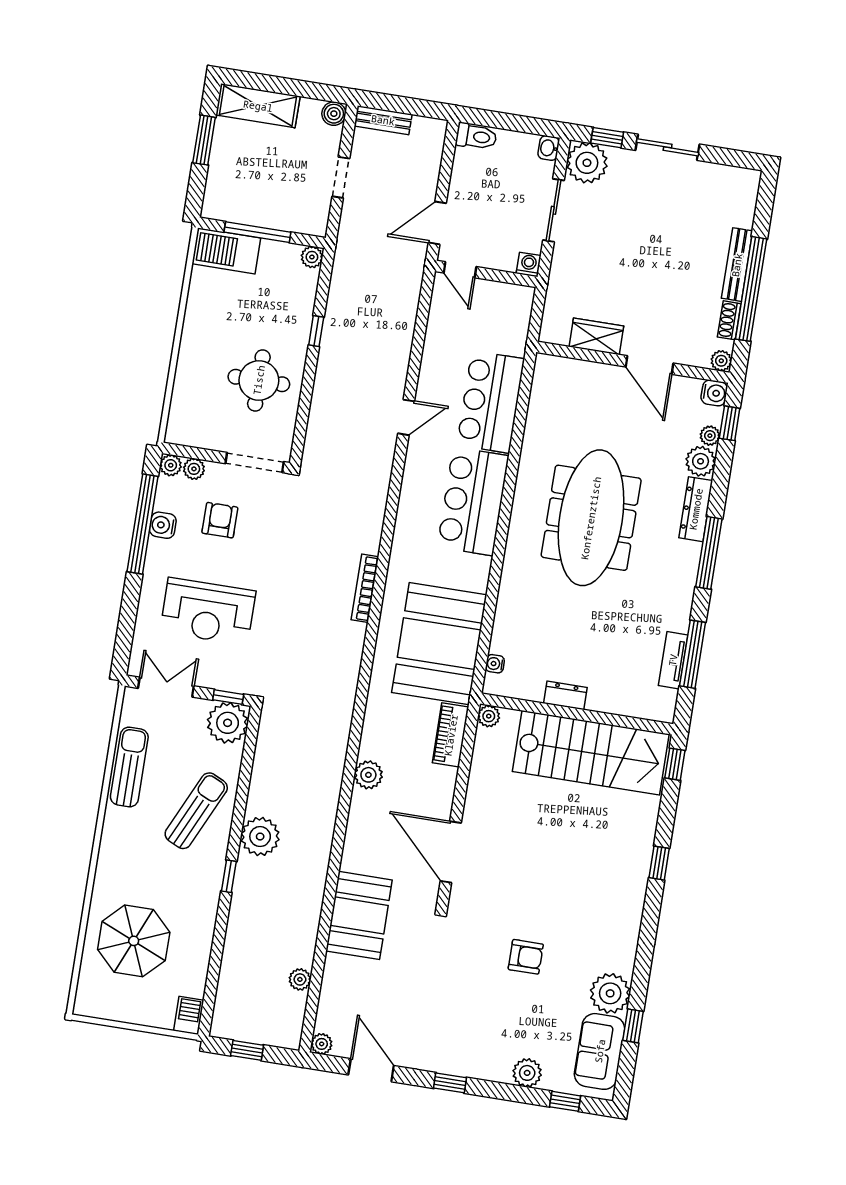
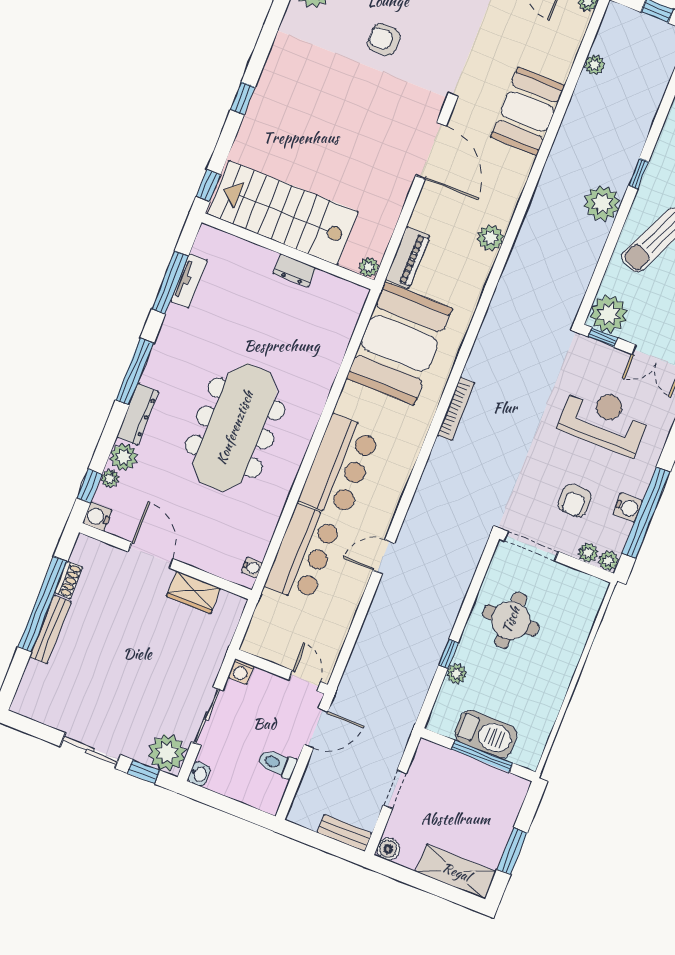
toilet: (476, 136) -> (277, 763), moved
barbecue: (226, 251) -> (486, 734), moved
plant: (312, 257) -> (457, 674), moved
plant: (721, 361) -> (84, 545), removed
water cooler: (495, 664) -> (252, 567), moved

